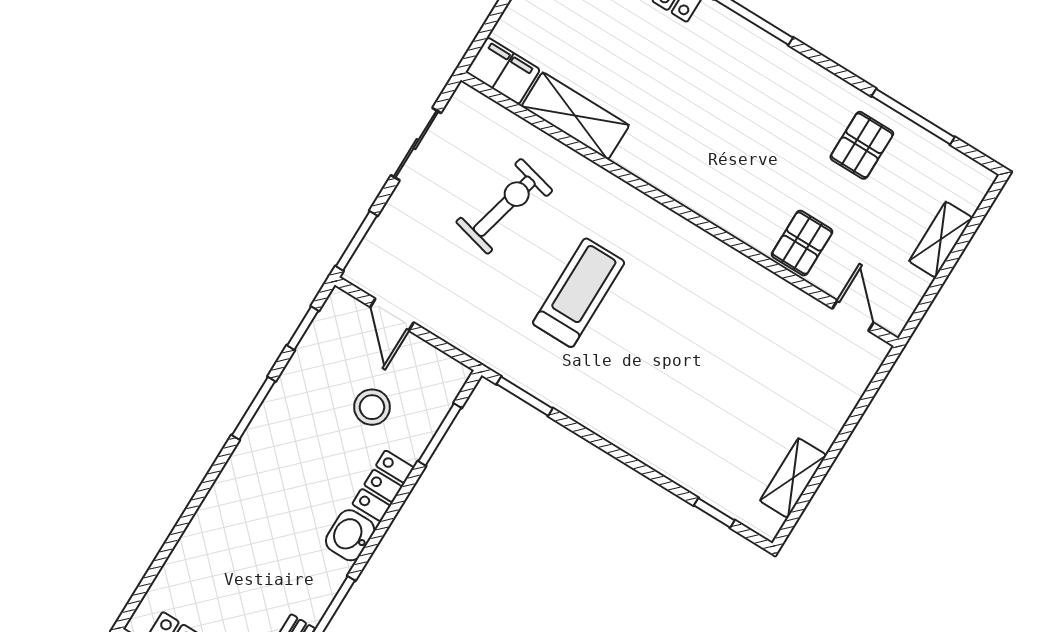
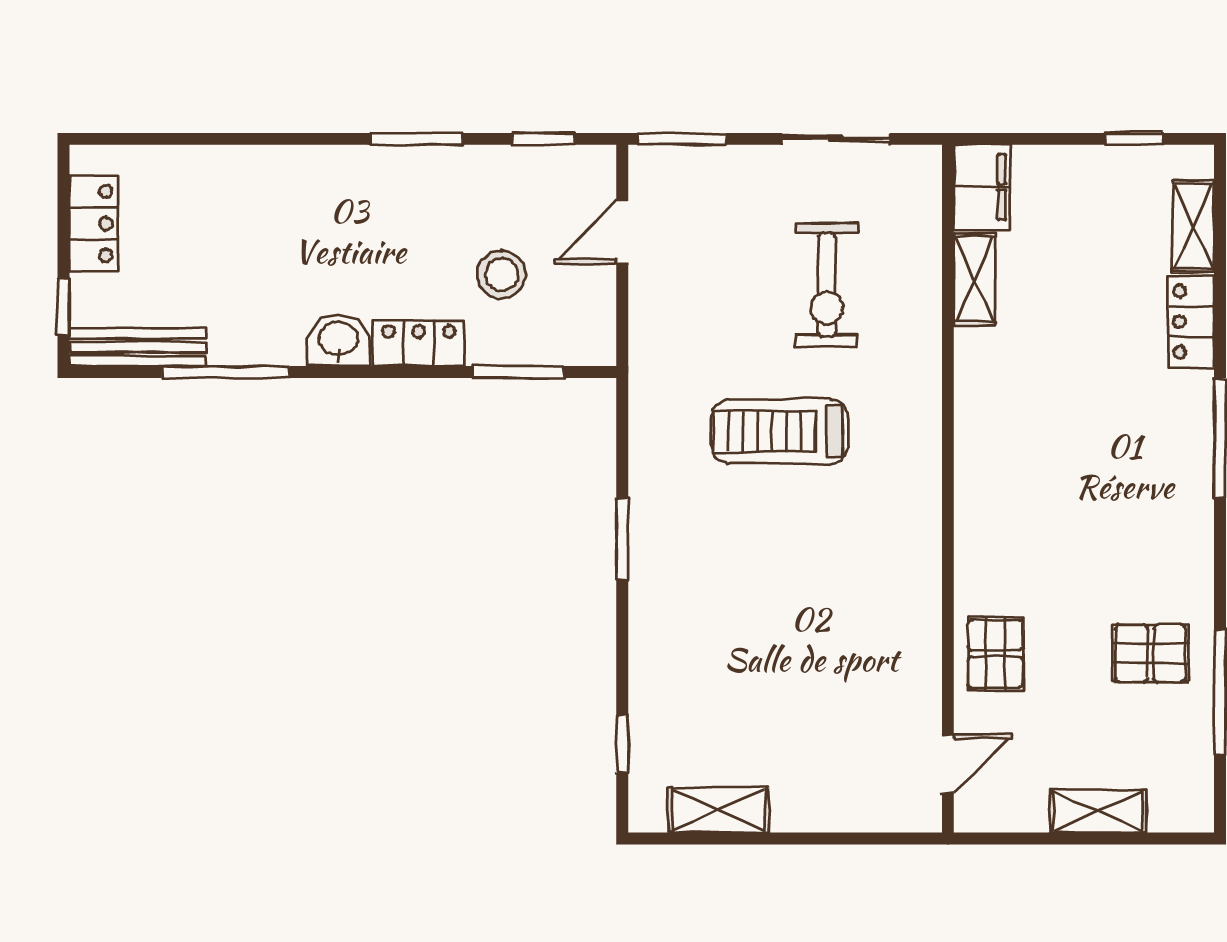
shelving: (575, 116) -> (974, 279), width x0.67, depth x0.75
exercise bike: (504, 206) -> (827, 285), turned 76
pallet: (802, 243) -> (996, 654), turned 90
treadmill: (579, 293) -> (780, 432), turned 180
window: (525, 396) -> (622, 539), moved

